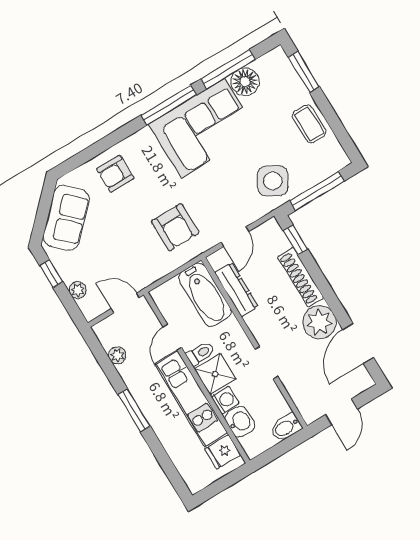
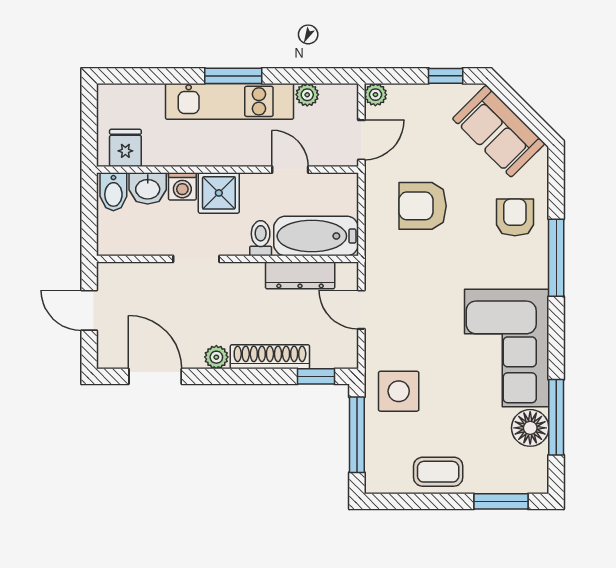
window: (169, 105) -> (556, 258), moved
side table: (273, 181) -> (399, 391), turned -30
armchair: (175, 227) -> (423, 206), moved
plant: (78, 290) -> (375, 95), moved
plant: (319, 322) -> (216, 357), width x0.53, depth x0.53
toilet: (200, 353) -> (261, 238), moved, turned 180
kitchen unit: (191, 399) -> (230, 101), moved, turned 180
bidet: (286, 427) -> (113, 192), moved, turned 180

